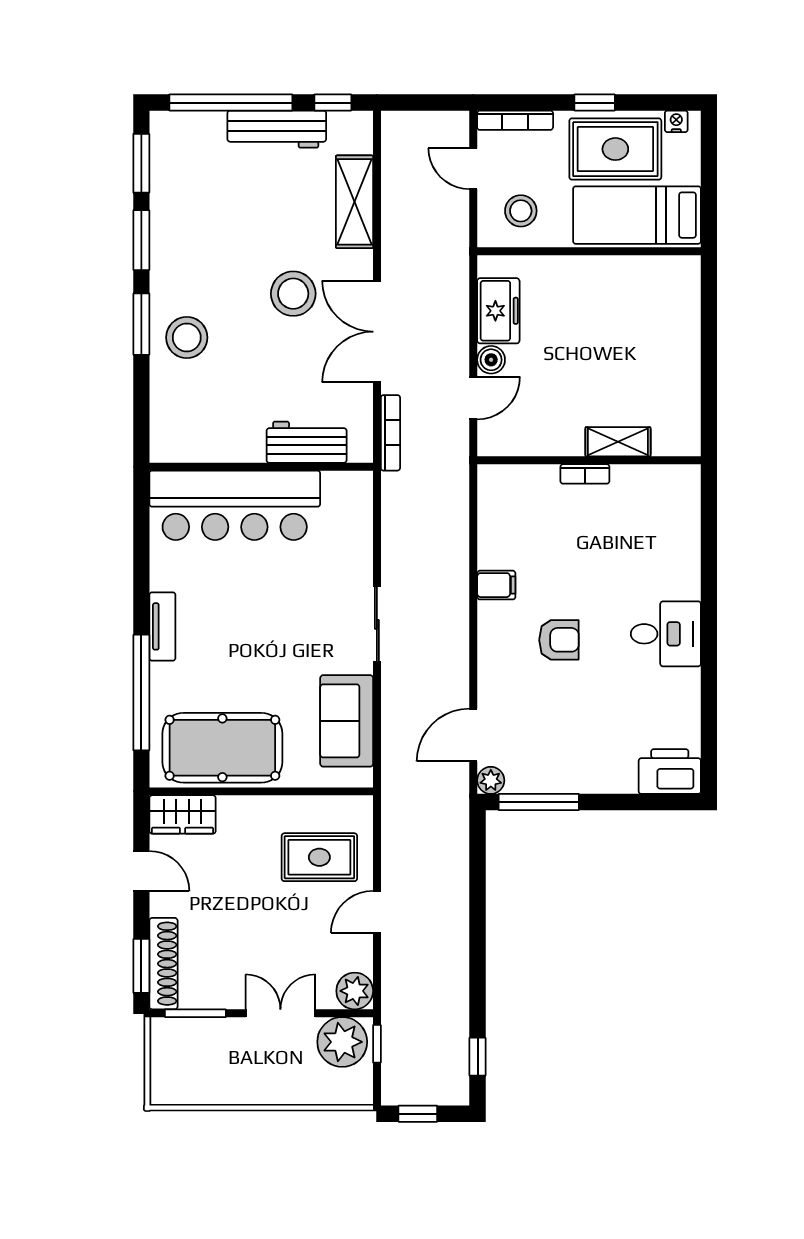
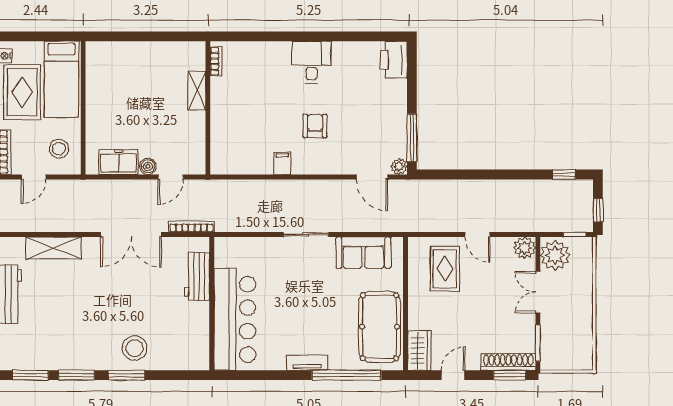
stool: (293, 294) -> (108, 284), removed
door: (473, 398) -> (171, 177), swing flipped
bookcase: (585, 474) -> (216, 61), moved
window: (377, 1044) -> (575, 235), moved

